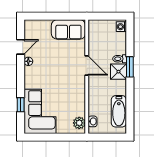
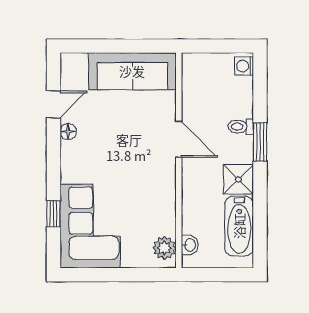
sofa: (68, 29) -> (132, 71), width x1.36
shower: (118, 72) -> (238, 179), moved

